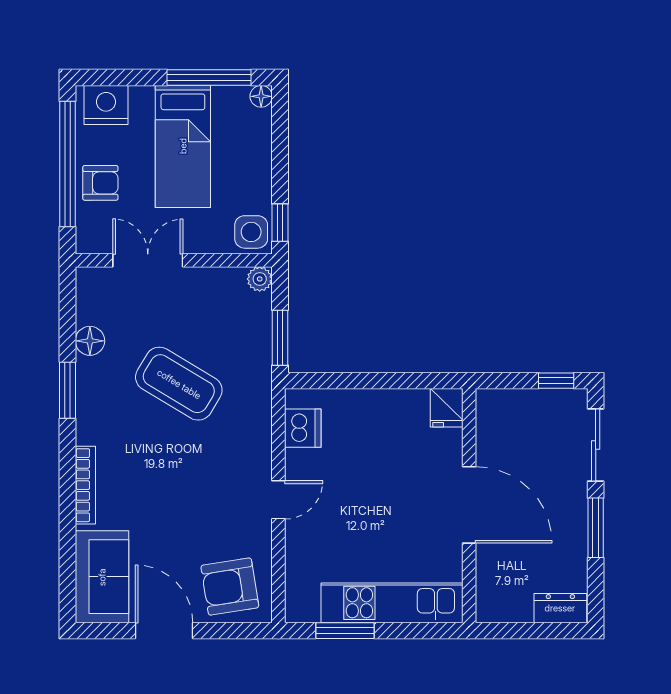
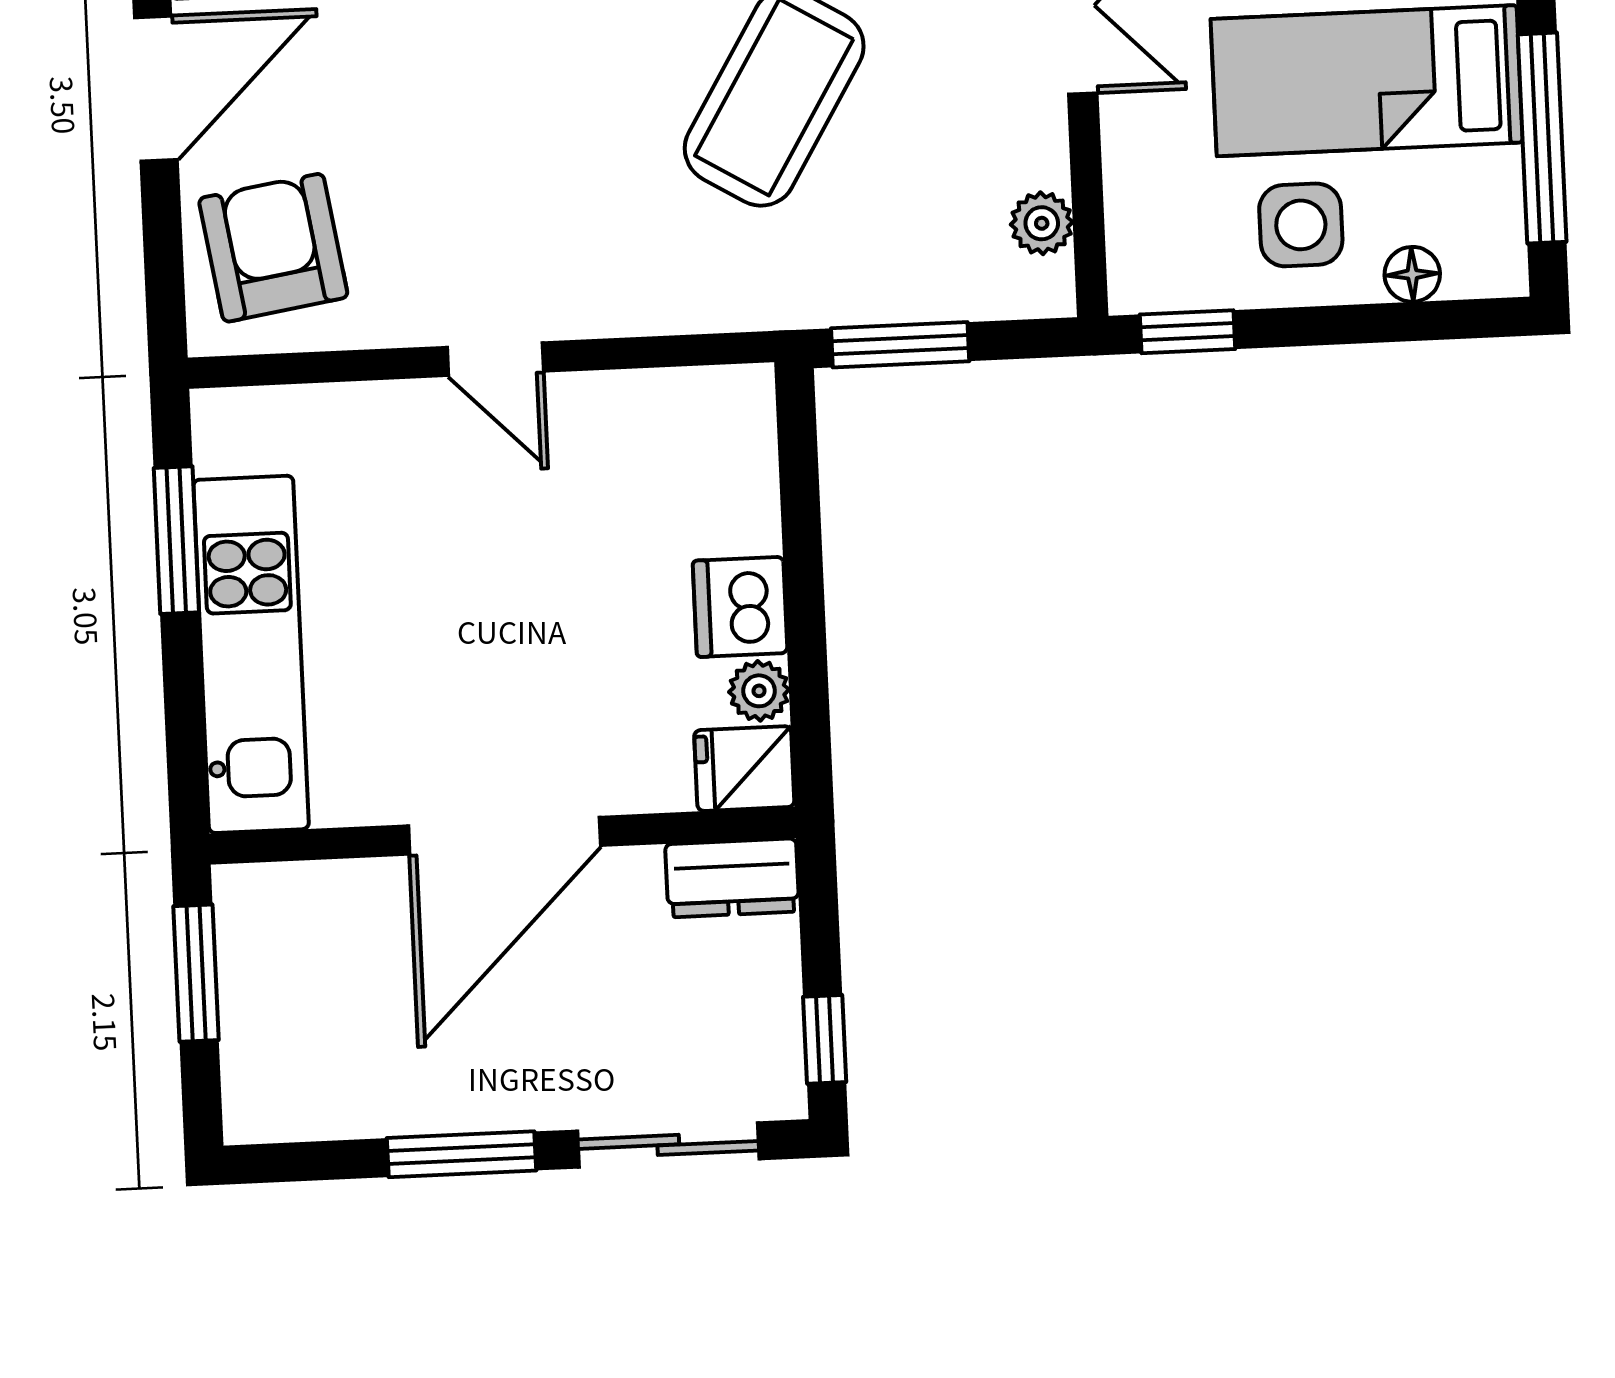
floor lamp: (261, 96) -> (1412, 274), moved
side table: (251, 232) -> (1301, 225), moved
plant: (260, 279) -> (1042, 223), moved
plant: (416, 400) -> (759, 691), added
dishwasher: (303, 428) -> (740, 607), moved, turned 90
dresser: (560, 608) -> (732, 878), moved, turned 90
window: (518, 631) -> (196, 973), added

